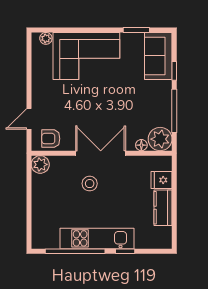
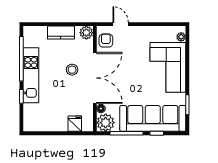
sofa: (158, 56) -> (153, 118), width x1.85, depth x1.27
double door: (101, 153) -> (95, 78), width x1.36
kitchen counter: (163, 208) -> (61, 33), moved, turned 180

